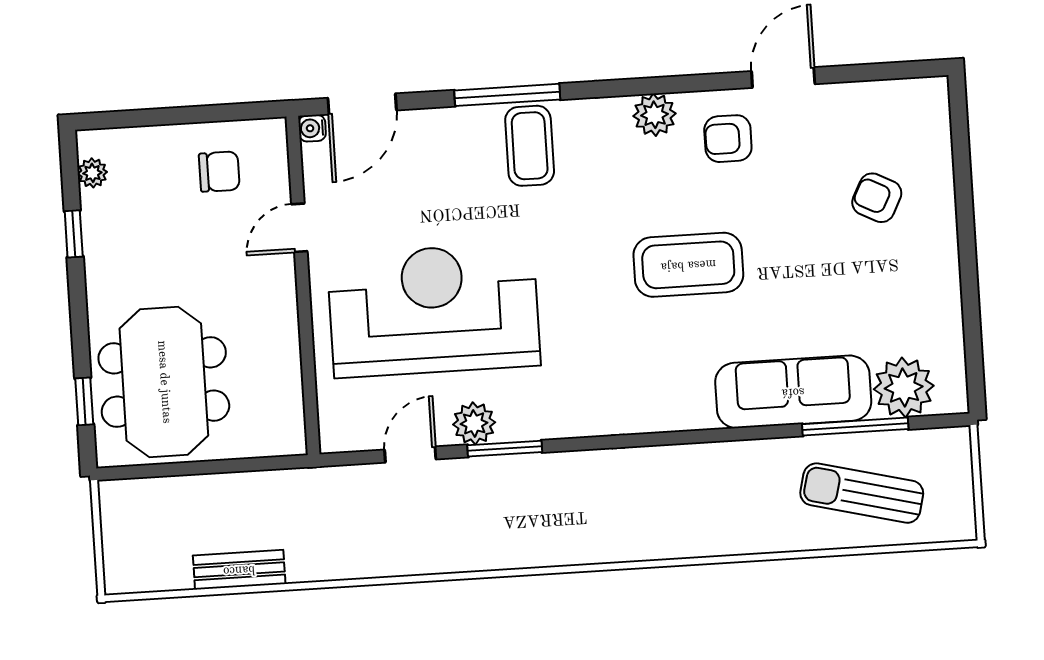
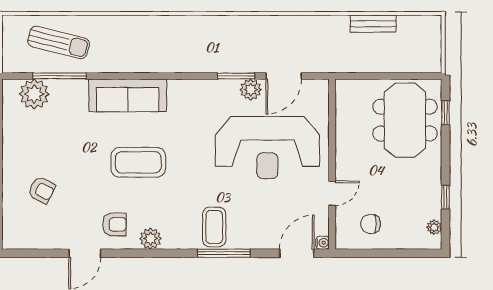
sofa: (793, 392) -> (128, 95), moved
door: (410, 455) -> (284, 76), width x1.38

